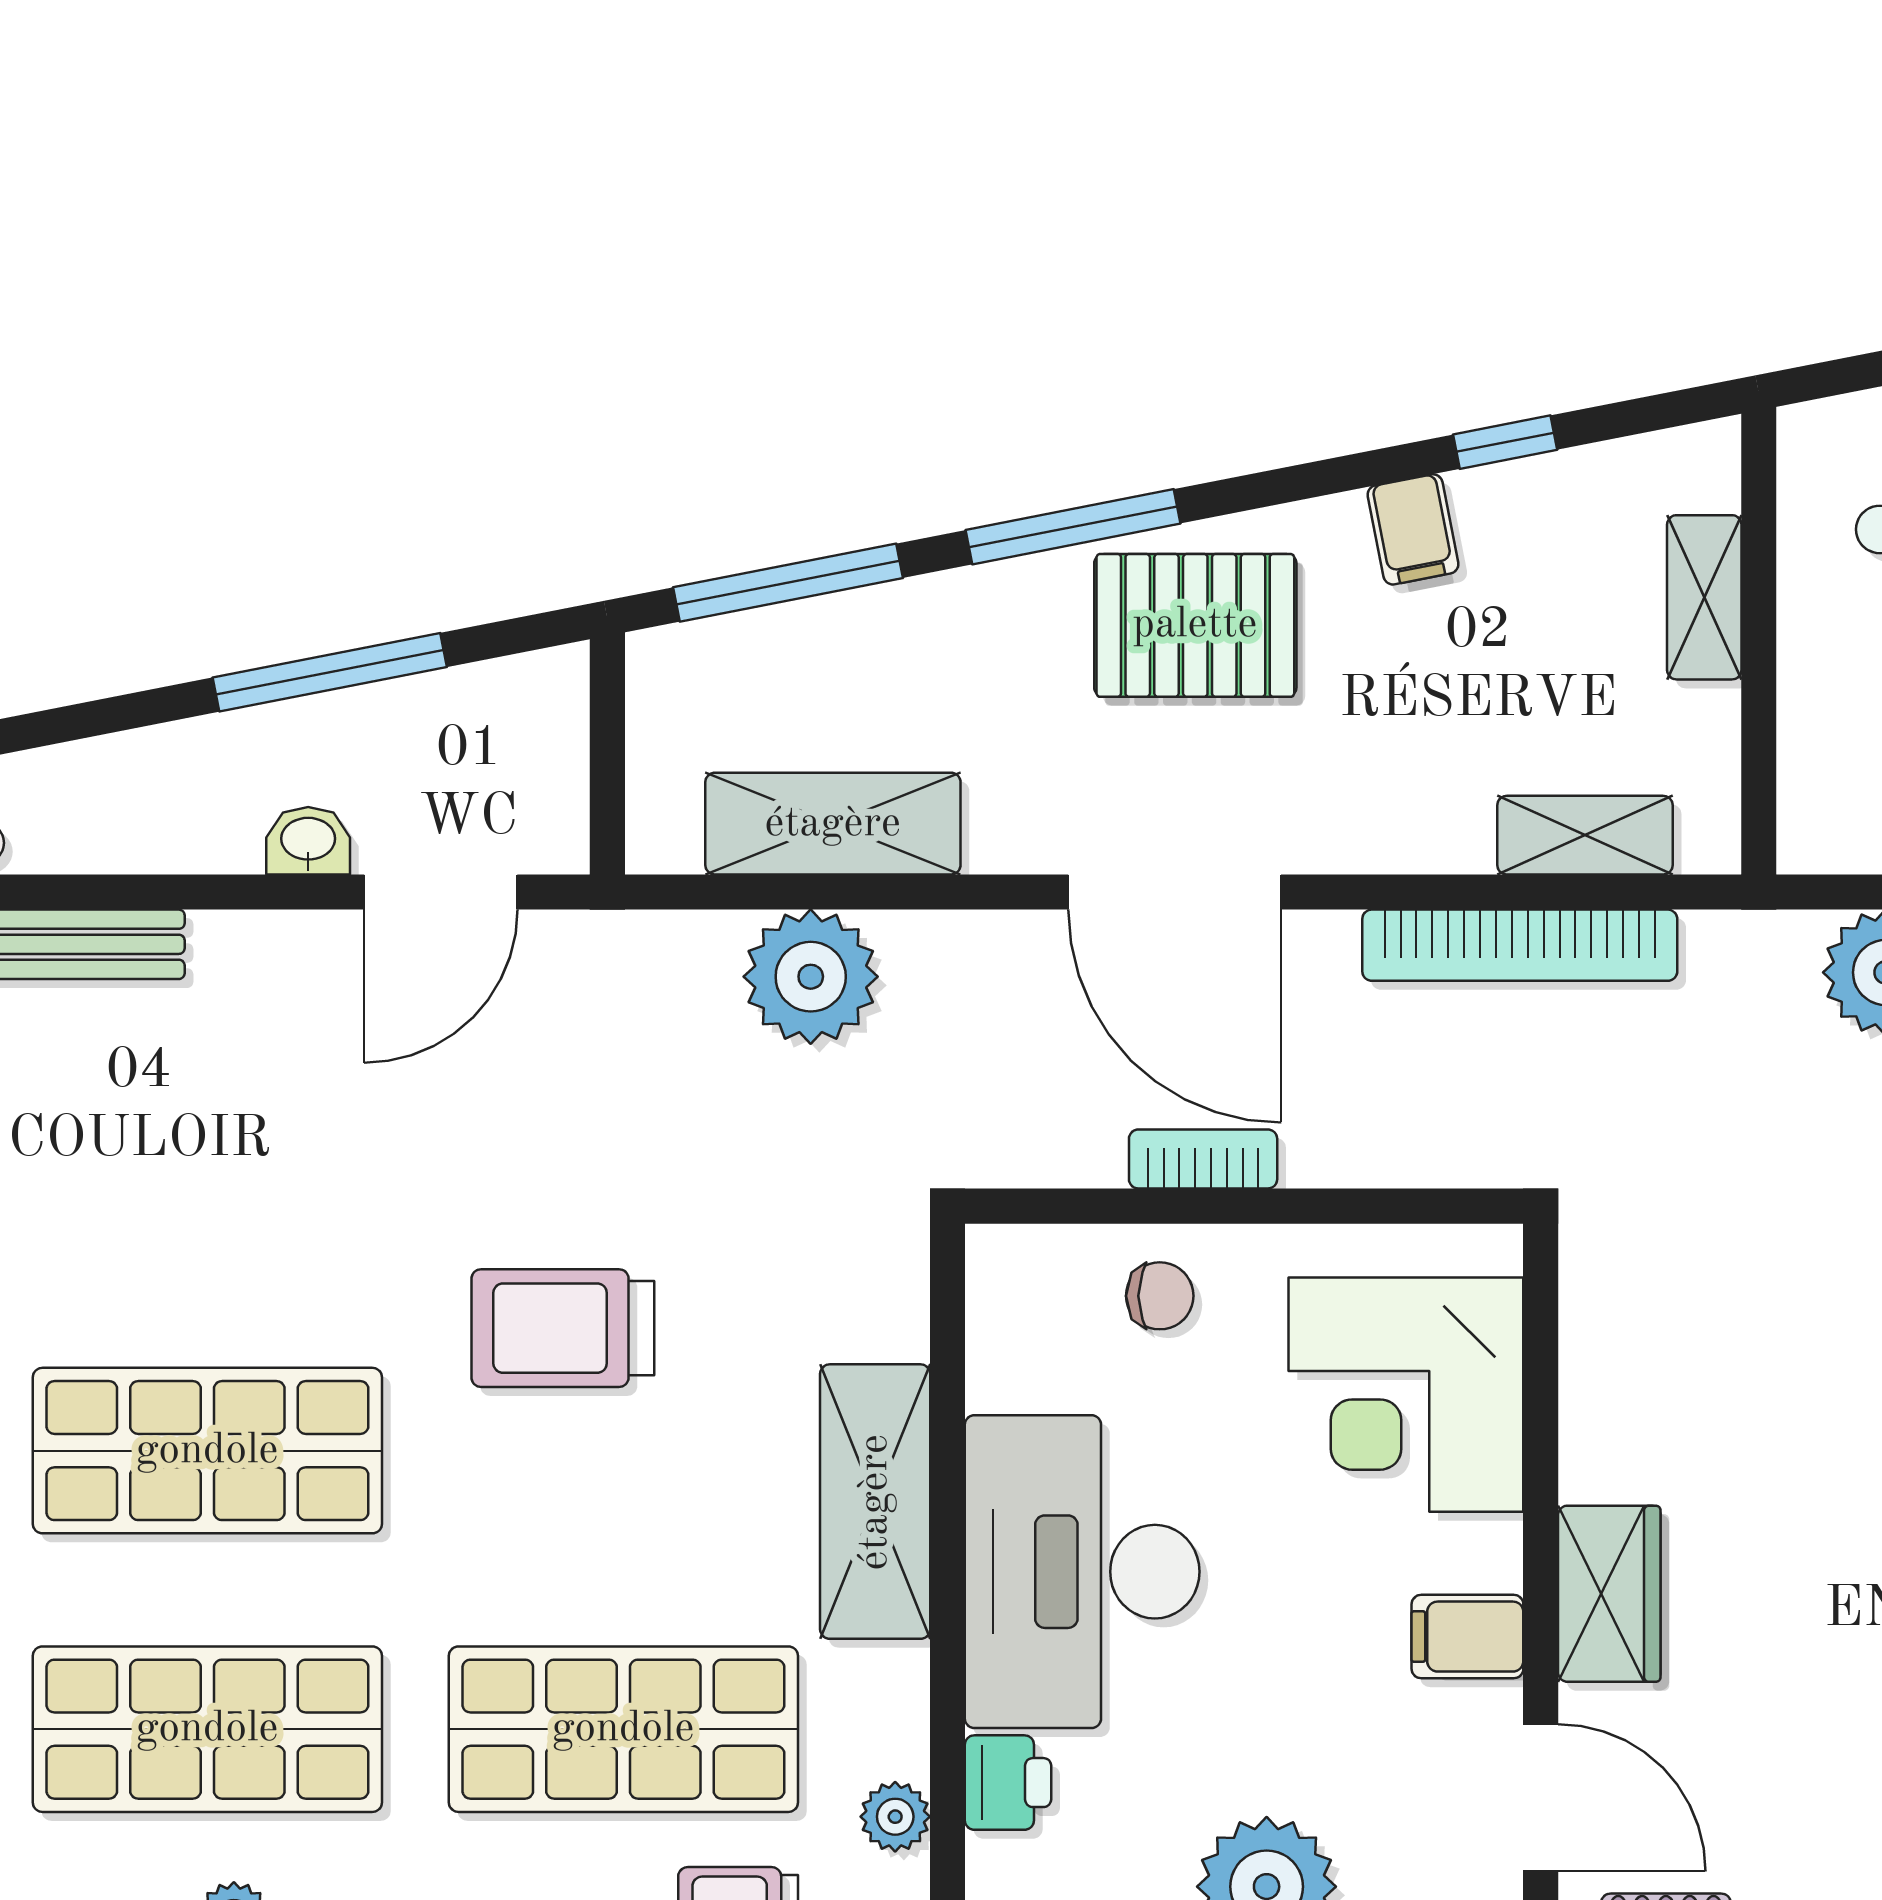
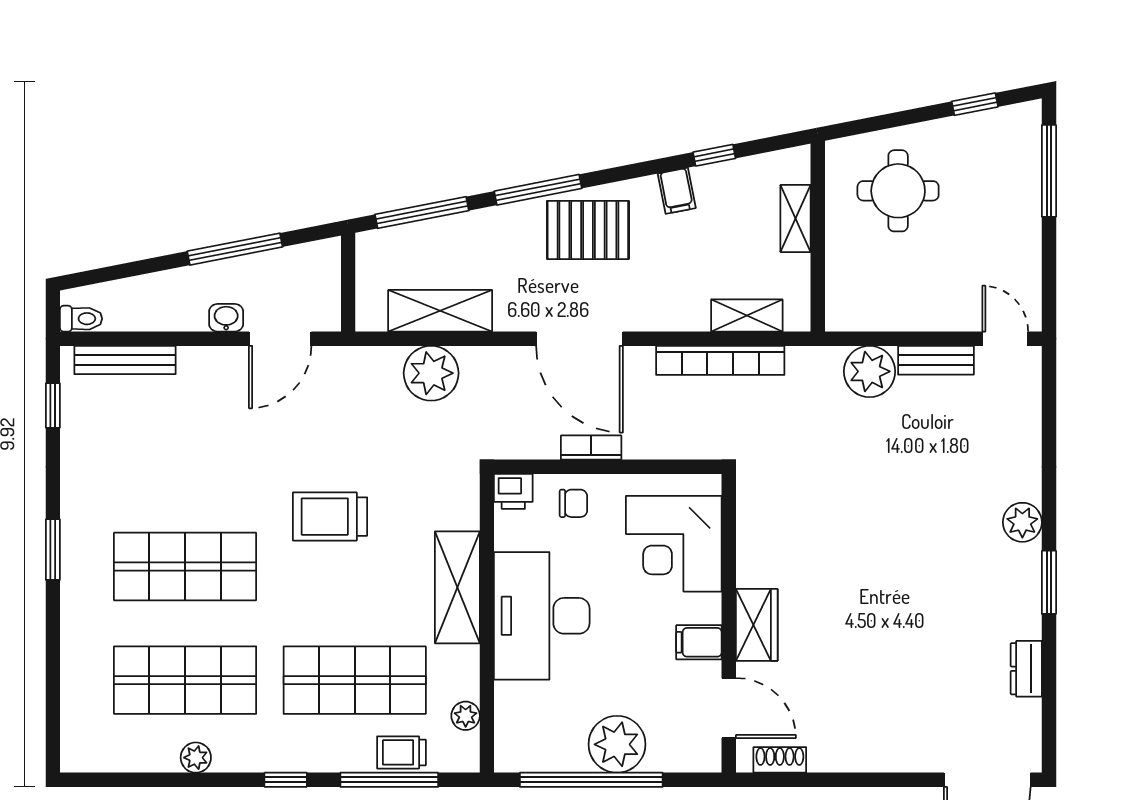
printer: (1008, 1783) -> (513, 491), moved, turned 90

